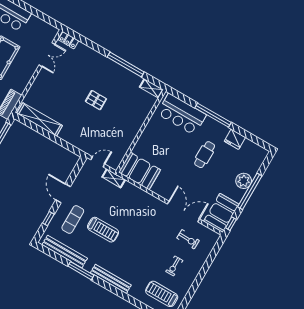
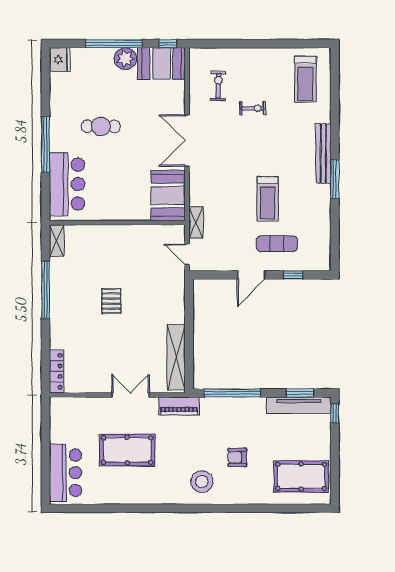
locker: (68, 40) -> (57, 371), width x1.53
double door: (47, 55) -> (131, 395), moved
fridge: (235, 139) -> (60, 60), moved
plant: (244, 181) -> (125, 59), moved
double door: (183, 212) -> (187, 140), moved
treadmill: (103, 230) -> (268, 199), turned 180
bench: (65, 252) -> (323, 231), removed
exercise bike: (174, 266) -> (253, 108), moved
window: (81, 271) -> (335, 179), moved

